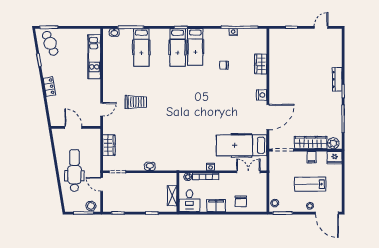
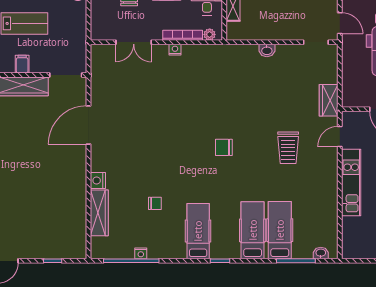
hospital bed: (178, 47) -> (253, 230), moved
kitchen unit: (94, 57) -> (351, 183), moved
wardrobe: (261, 64) -> (99, 213), width x1.50
nightstand: (262, 95) -> (98, 181), moved
trolley: (136, 102) -> (288, 148), turned -90
chair: (178, 102) -> (224, 147), added
wardrobe: (109, 145) -> (329, 100), moved
hospital bed: (241, 145) -> (128, 82), removed
double door: (248, 172) -> (134, 42), moved

